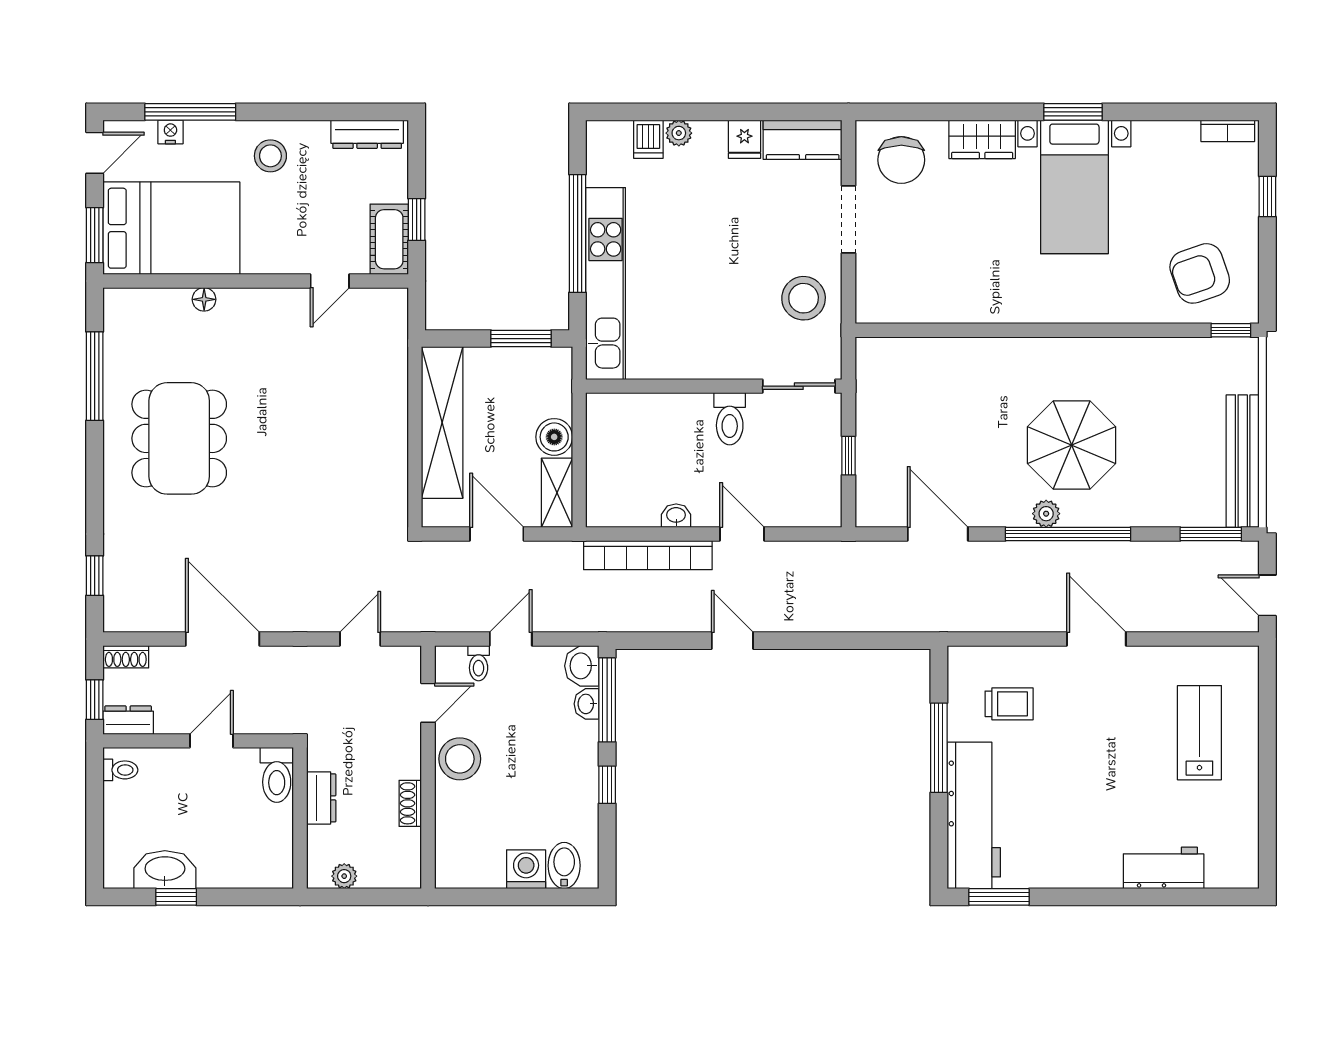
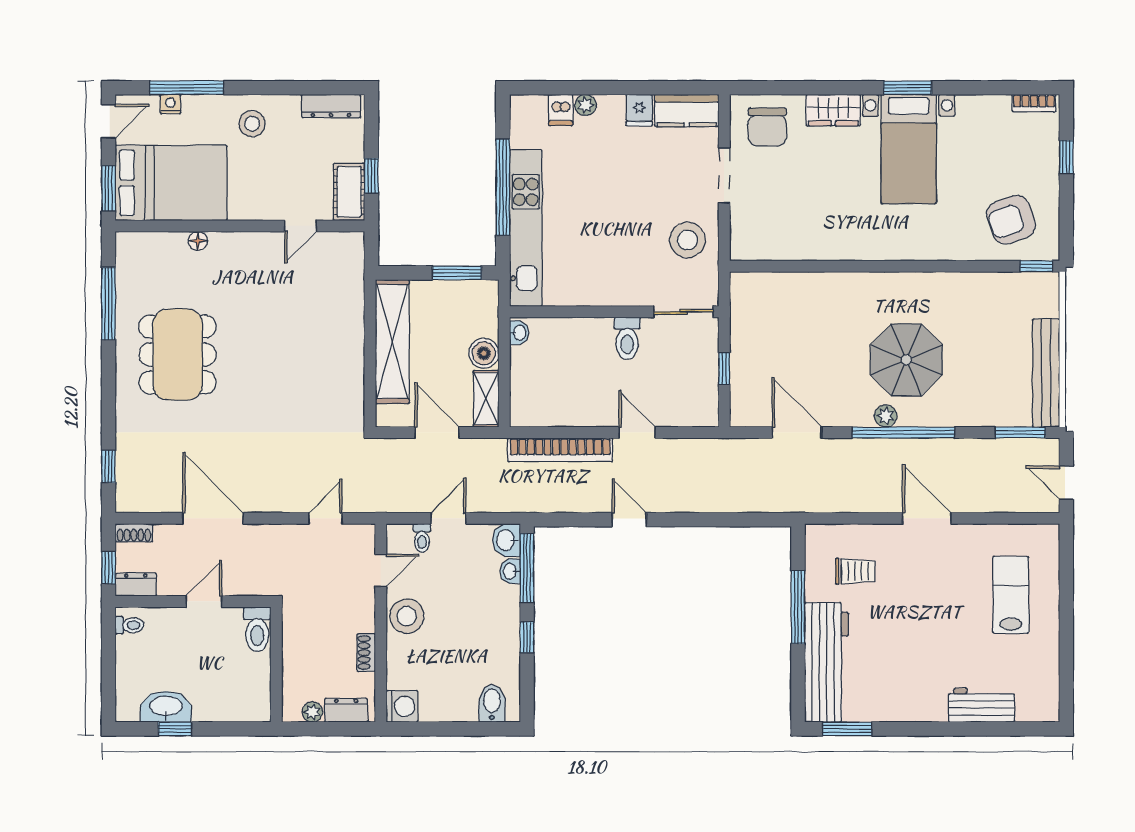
washbasin: (676, 516) -> (519, 333), moved, turned 90
dresser: (321, 798) -> (346, 710), moved, turned -90
washing machine: (526, 869) -> (402, 706), moved, turned 90

